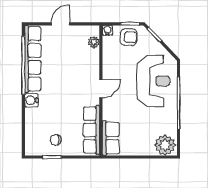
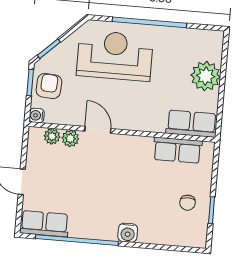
plant: (93, 55) -> (70, 138), added
row of seats: (33, 59) -> (44, 224), width x0.50
door: (101, 89) -> (98, 130), moved
row of seats: (92, 130) -> (178, 150), width x0.68
plant: (165, 145) -> (206, 76), moved

